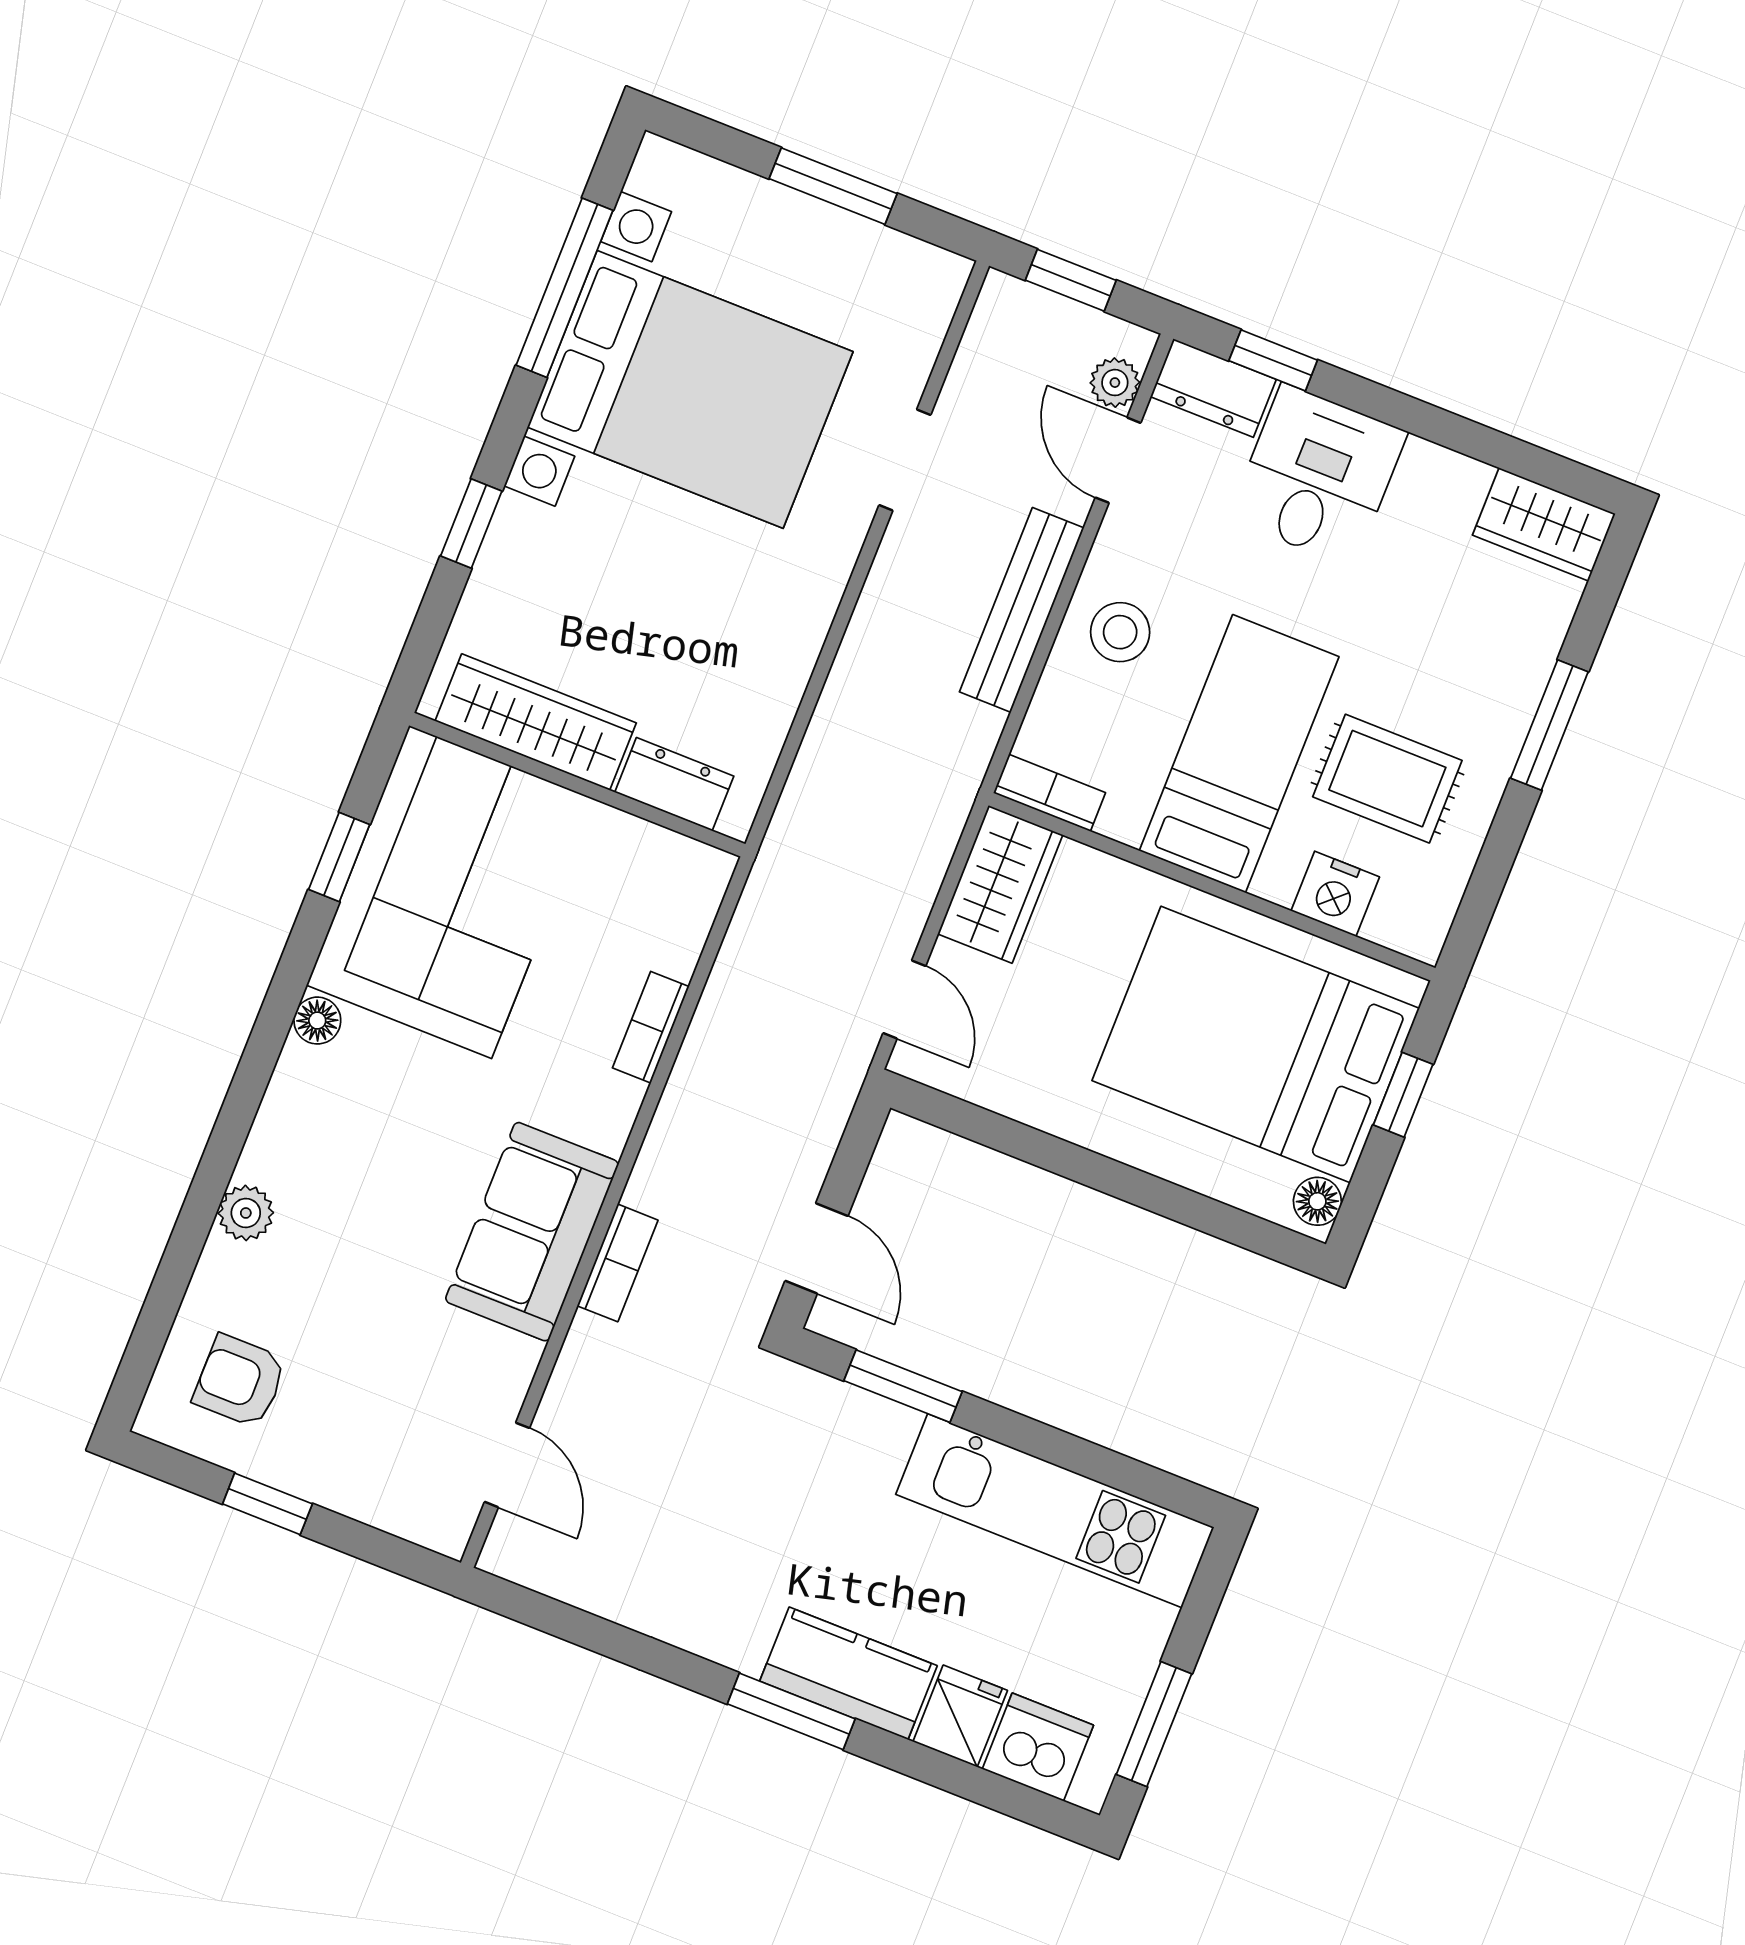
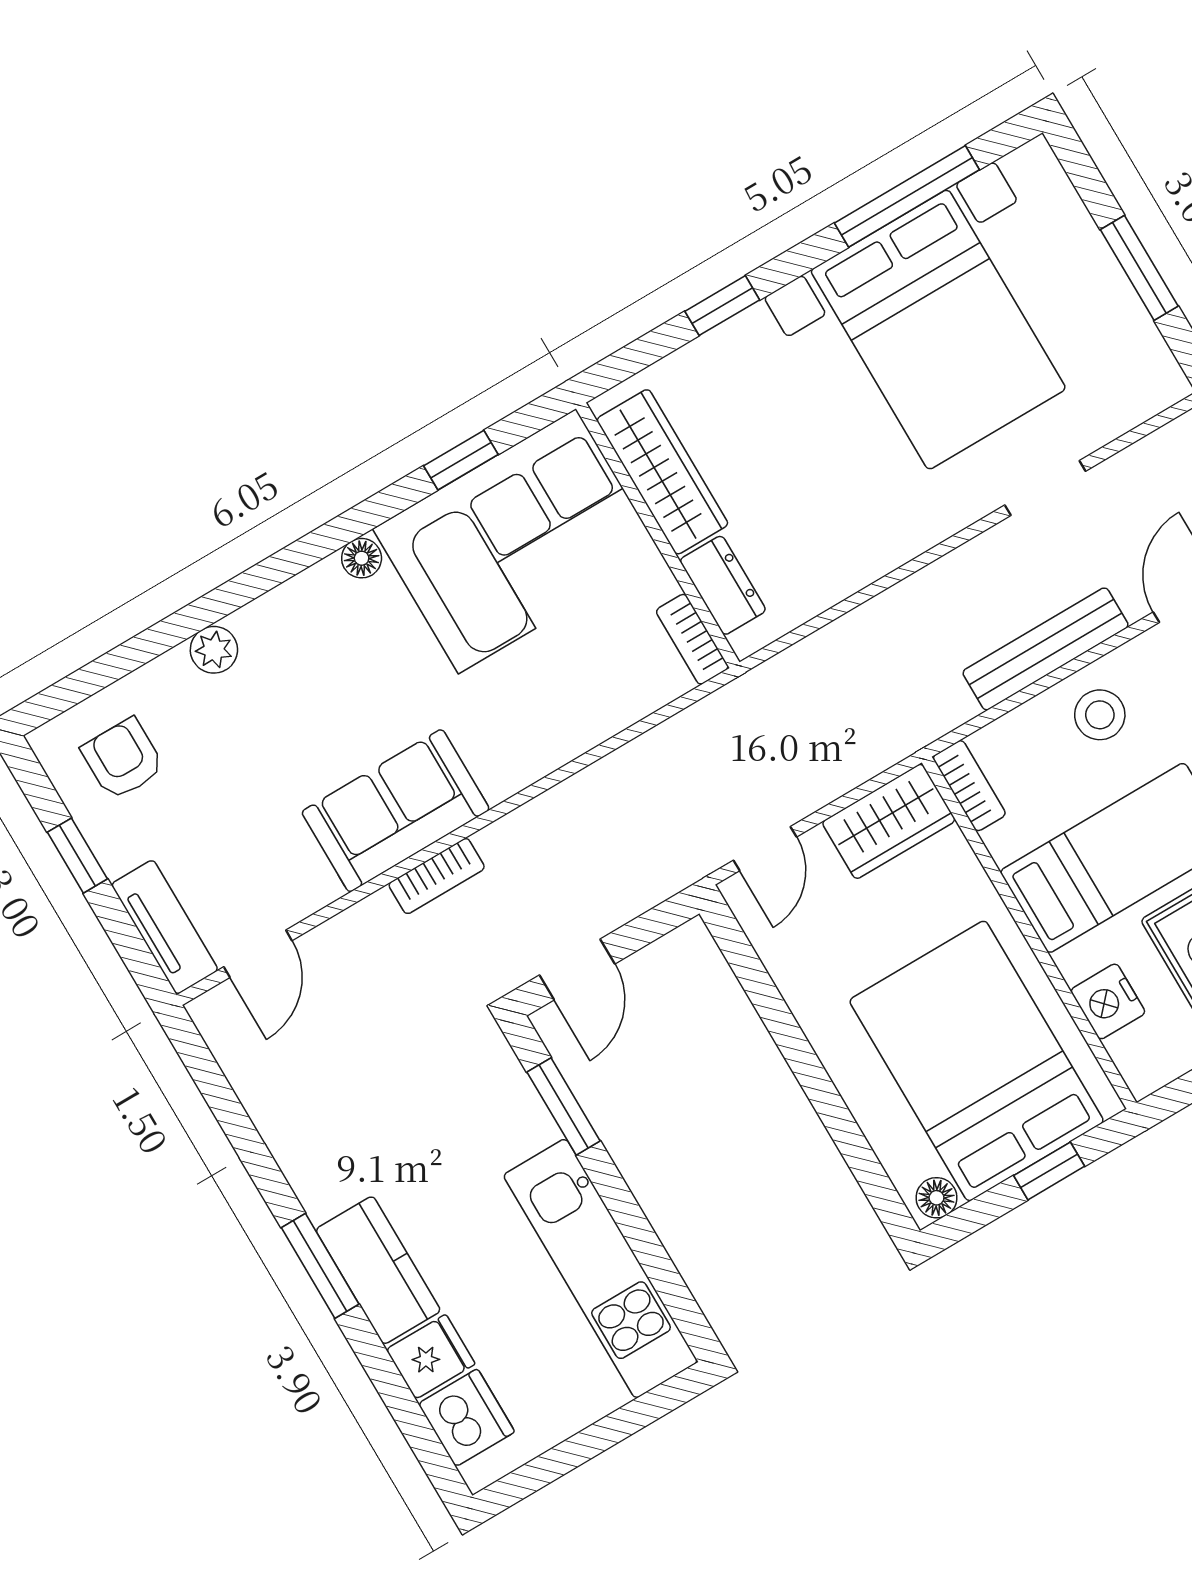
bookcase: (651, 1027) -> (692, 639), moved, turned -90
tv unit: (401, 1508) -> (165, 927), added
window: (1154, 1724) -> (556, 1463), removed

